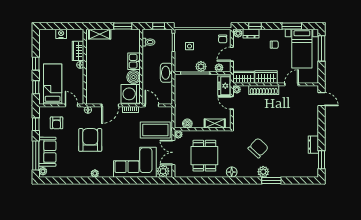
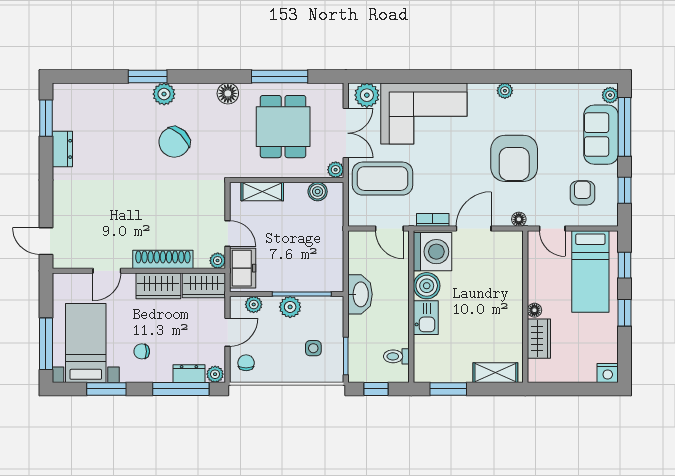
window: (255, 26) -> (181, 389), width x2.17
nightstand: (61, 34) -> (608, 373), moved
window: (206, 180) -> (280, 76), added

